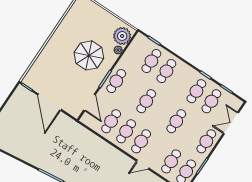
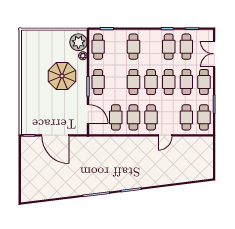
cafe table: (151, 61) -> (98, 47), moved
cafe table: (161, 111) -> (151, 82), added
cafe table: (191, 131) -> (186, 82), added

